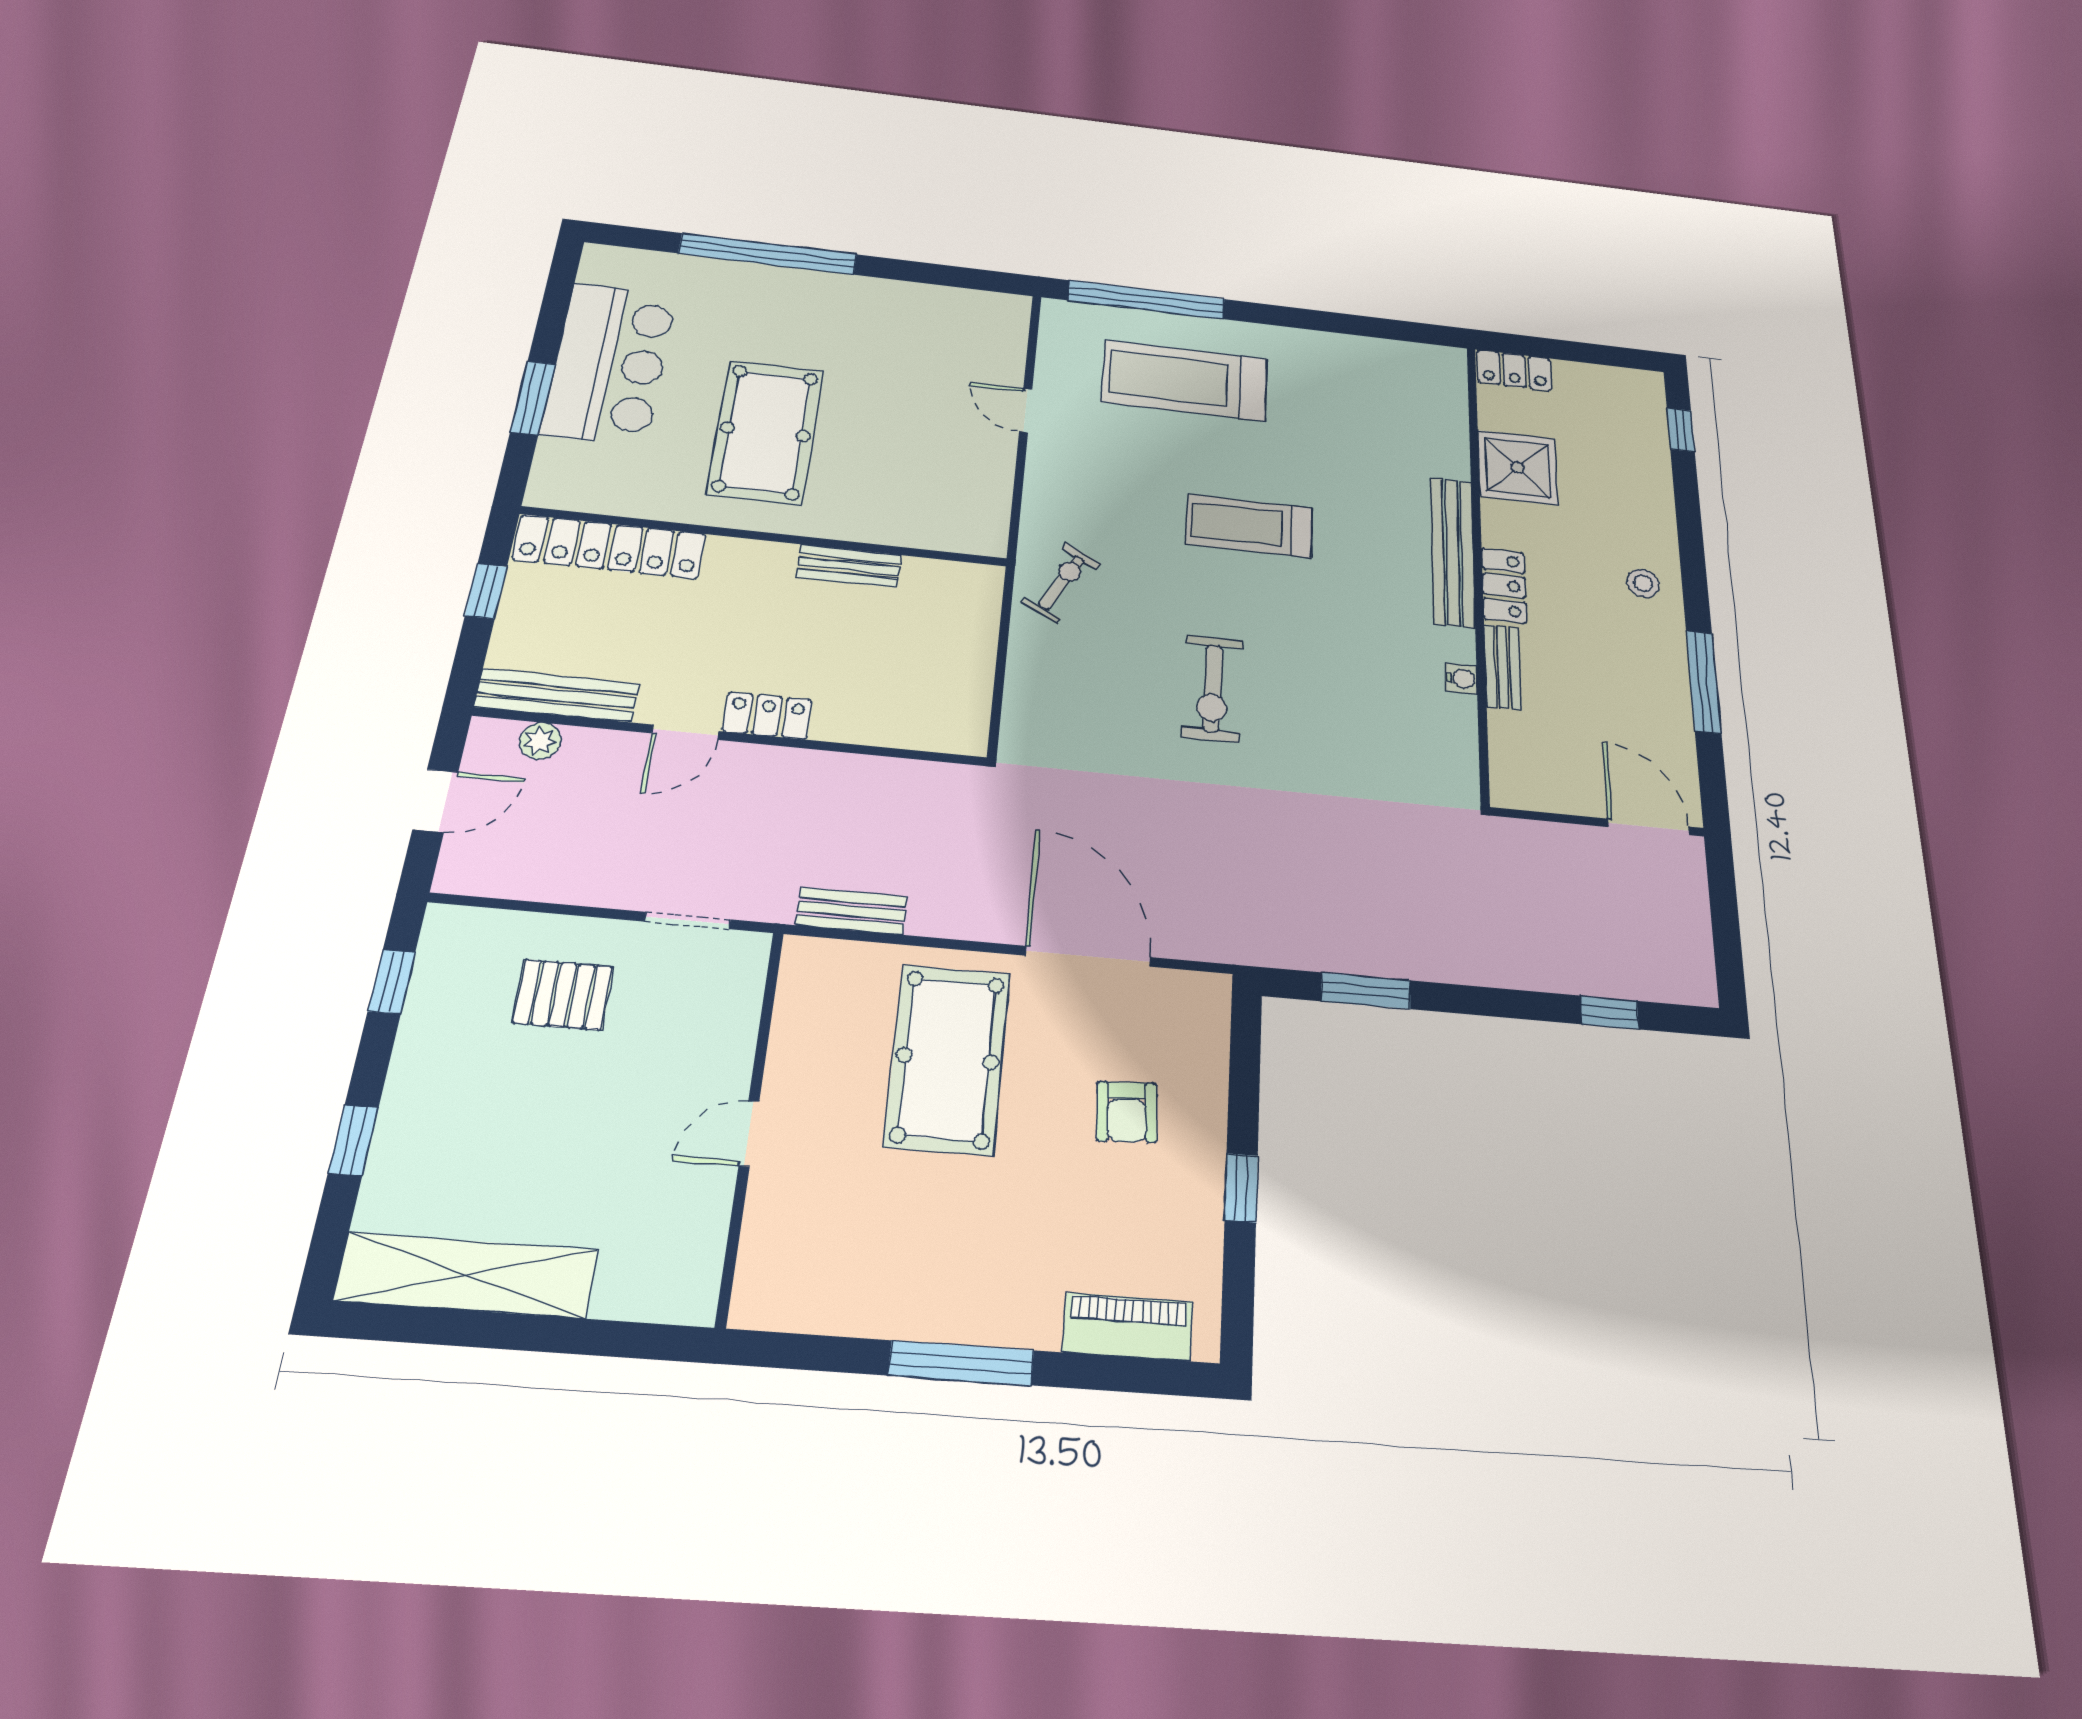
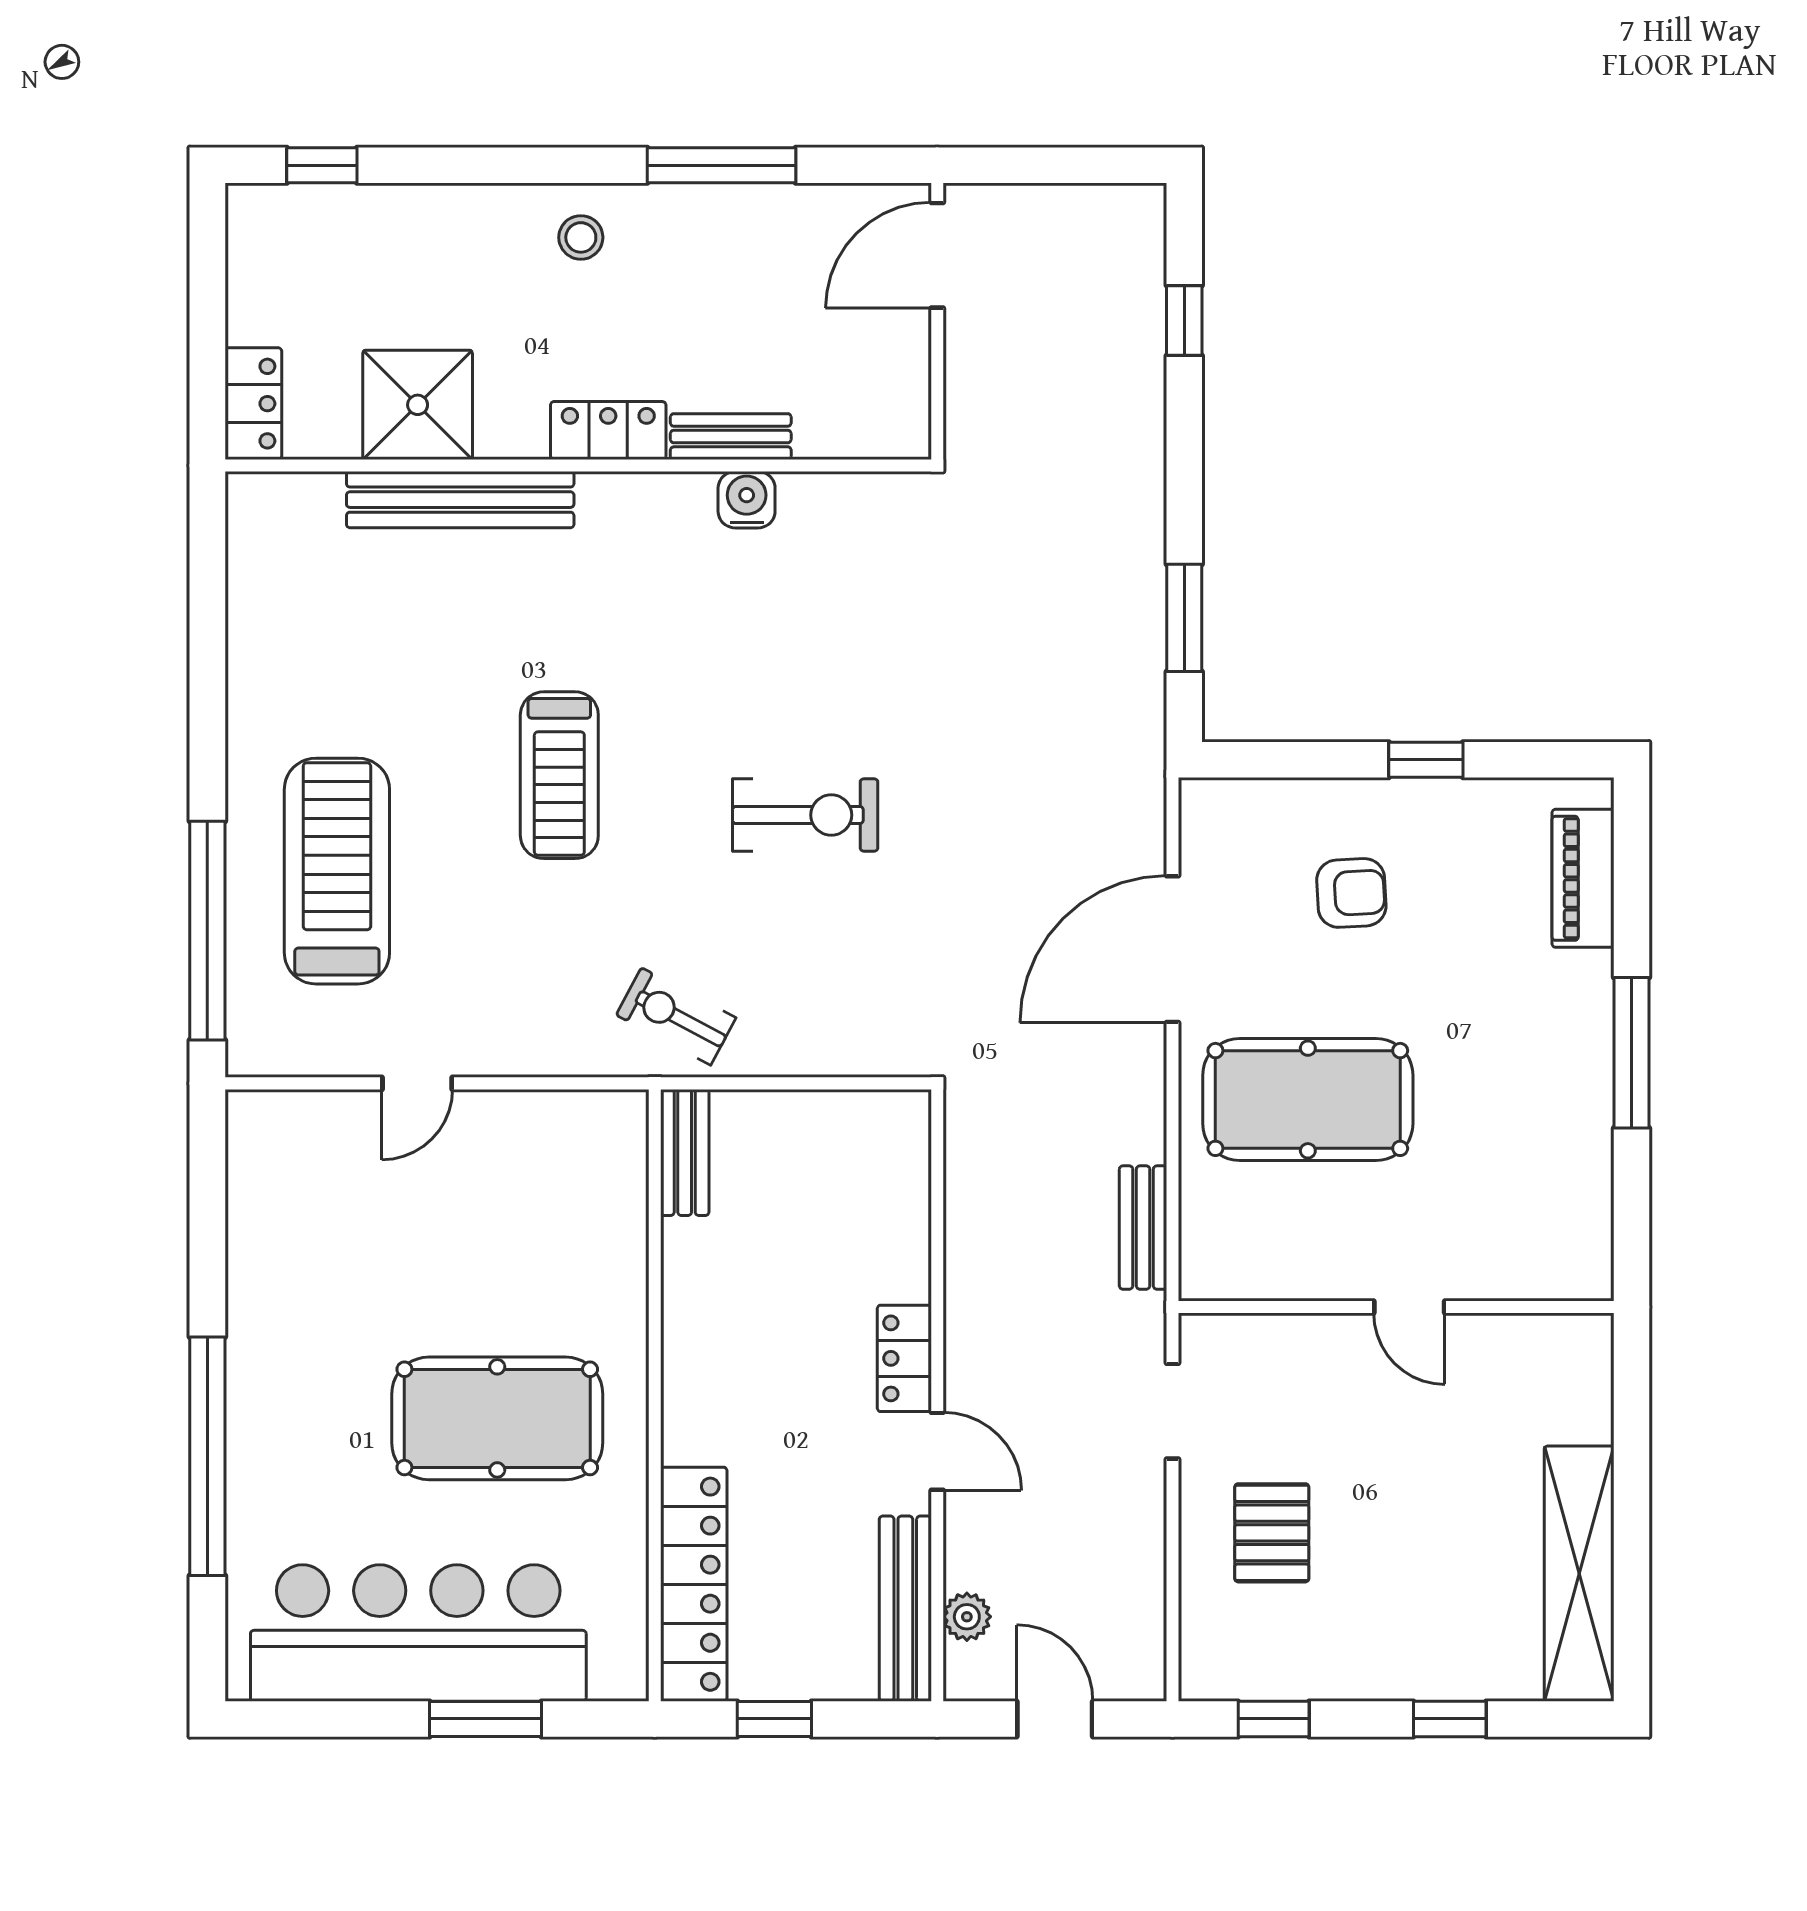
bar counter: (610, 364) -> (418, 1633), width x1.36
treadmill: (1185, 380) -> (337, 871), turned 180
bench: (1453, 552) -> (460, 500), moved
bench: (849, 566) -> (685, 1152), moved
water cooler: (1461, 679) -> (747, 500), width x1.38, depth x1.38

